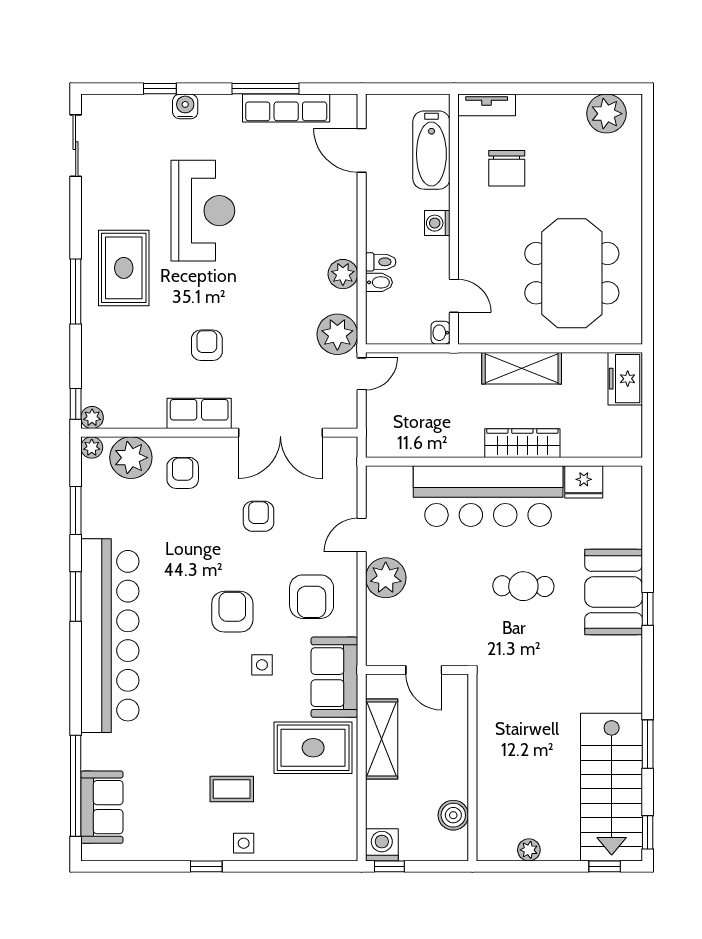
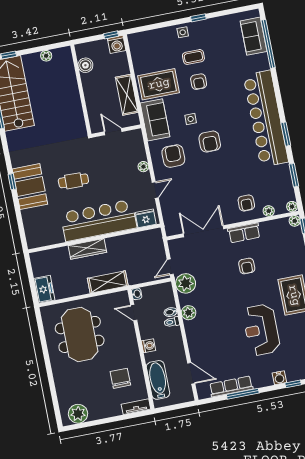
shelving: (522, 368) -> (108, 282), moved
plant: (131, 458) -> (269, 211), width x0.53, depth x0.53
fridge: (584, 482) -> (146, 218), moved
armchair: (259, 516) -> (199, 82), moved
plant: (386, 578) -> (143, 167), width x0.53, depth x0.53

